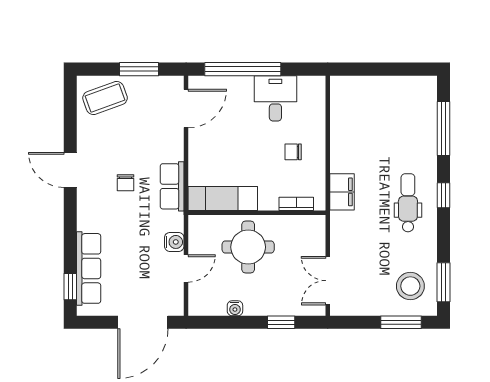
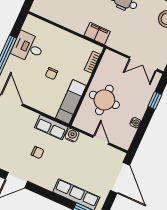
chair: (293, 152) -> (51, 74), moved
water cooler: (174, 242) -> (72, 135), moved

